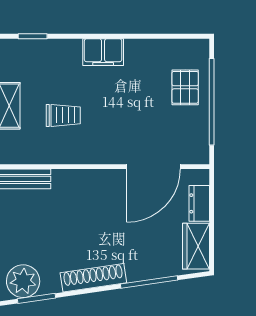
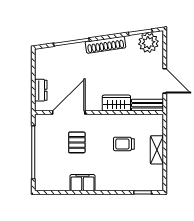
filing cabinet: (103, 52) -> (83, 183), moved
pallet: (185, 87) -> (77, 142), moved
wardrobe: (196, 246) -> (116, 103), moved, turned -90

